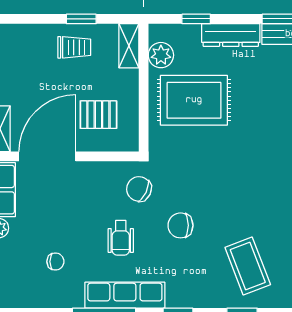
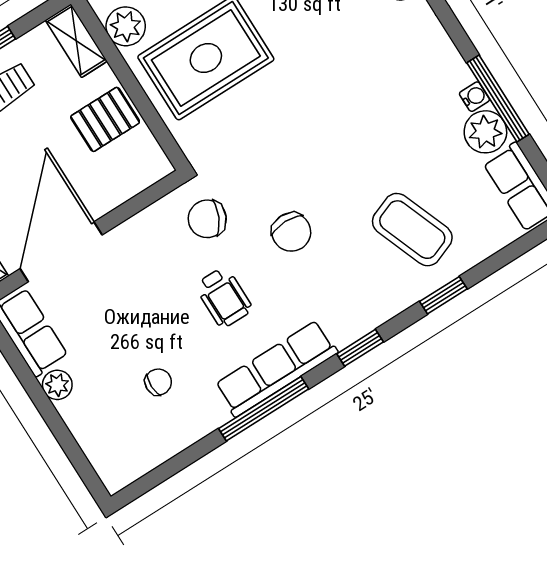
pallet: (98, 115) -> (105, 119), moved
chair: (181, 225) -> (291, 232), turned -90

